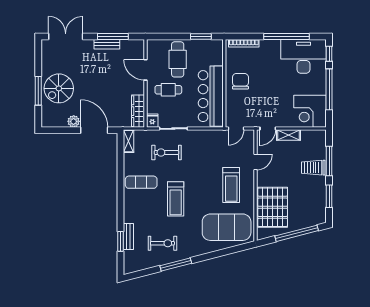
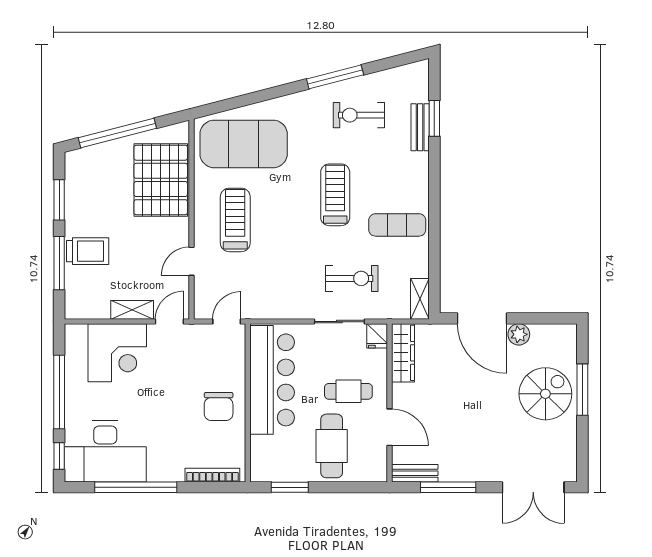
bench: (107, 44) -> (415, 473), moved
corner desk: (310, 111) -> (117, 353), moved, turned 90

